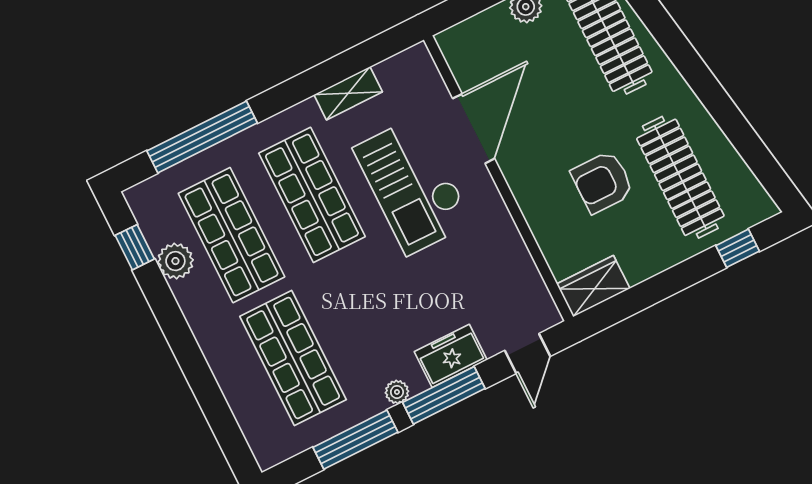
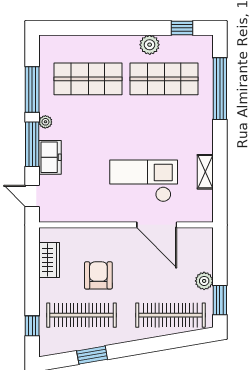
window: (736, 128) -> (92, 355), added
shop shelf: (312, 195) -> (164, 129), removed
plant: (175, 261) -> (150, 45), moved
wardrobe: (593, 286) -> (49, 260), moved

